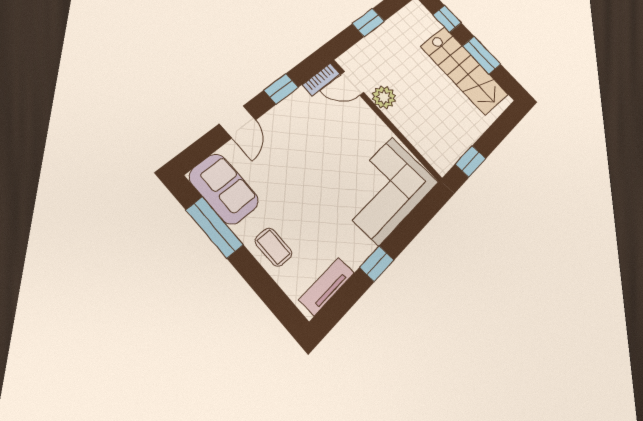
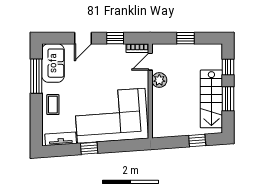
door: (352, 83) -> (150, 62), hinge flipped
window: (470, 161) -> (197, 140), moved
corner sofa: (386, 190) -> (111, 116), width x1.36, depth x1.36

